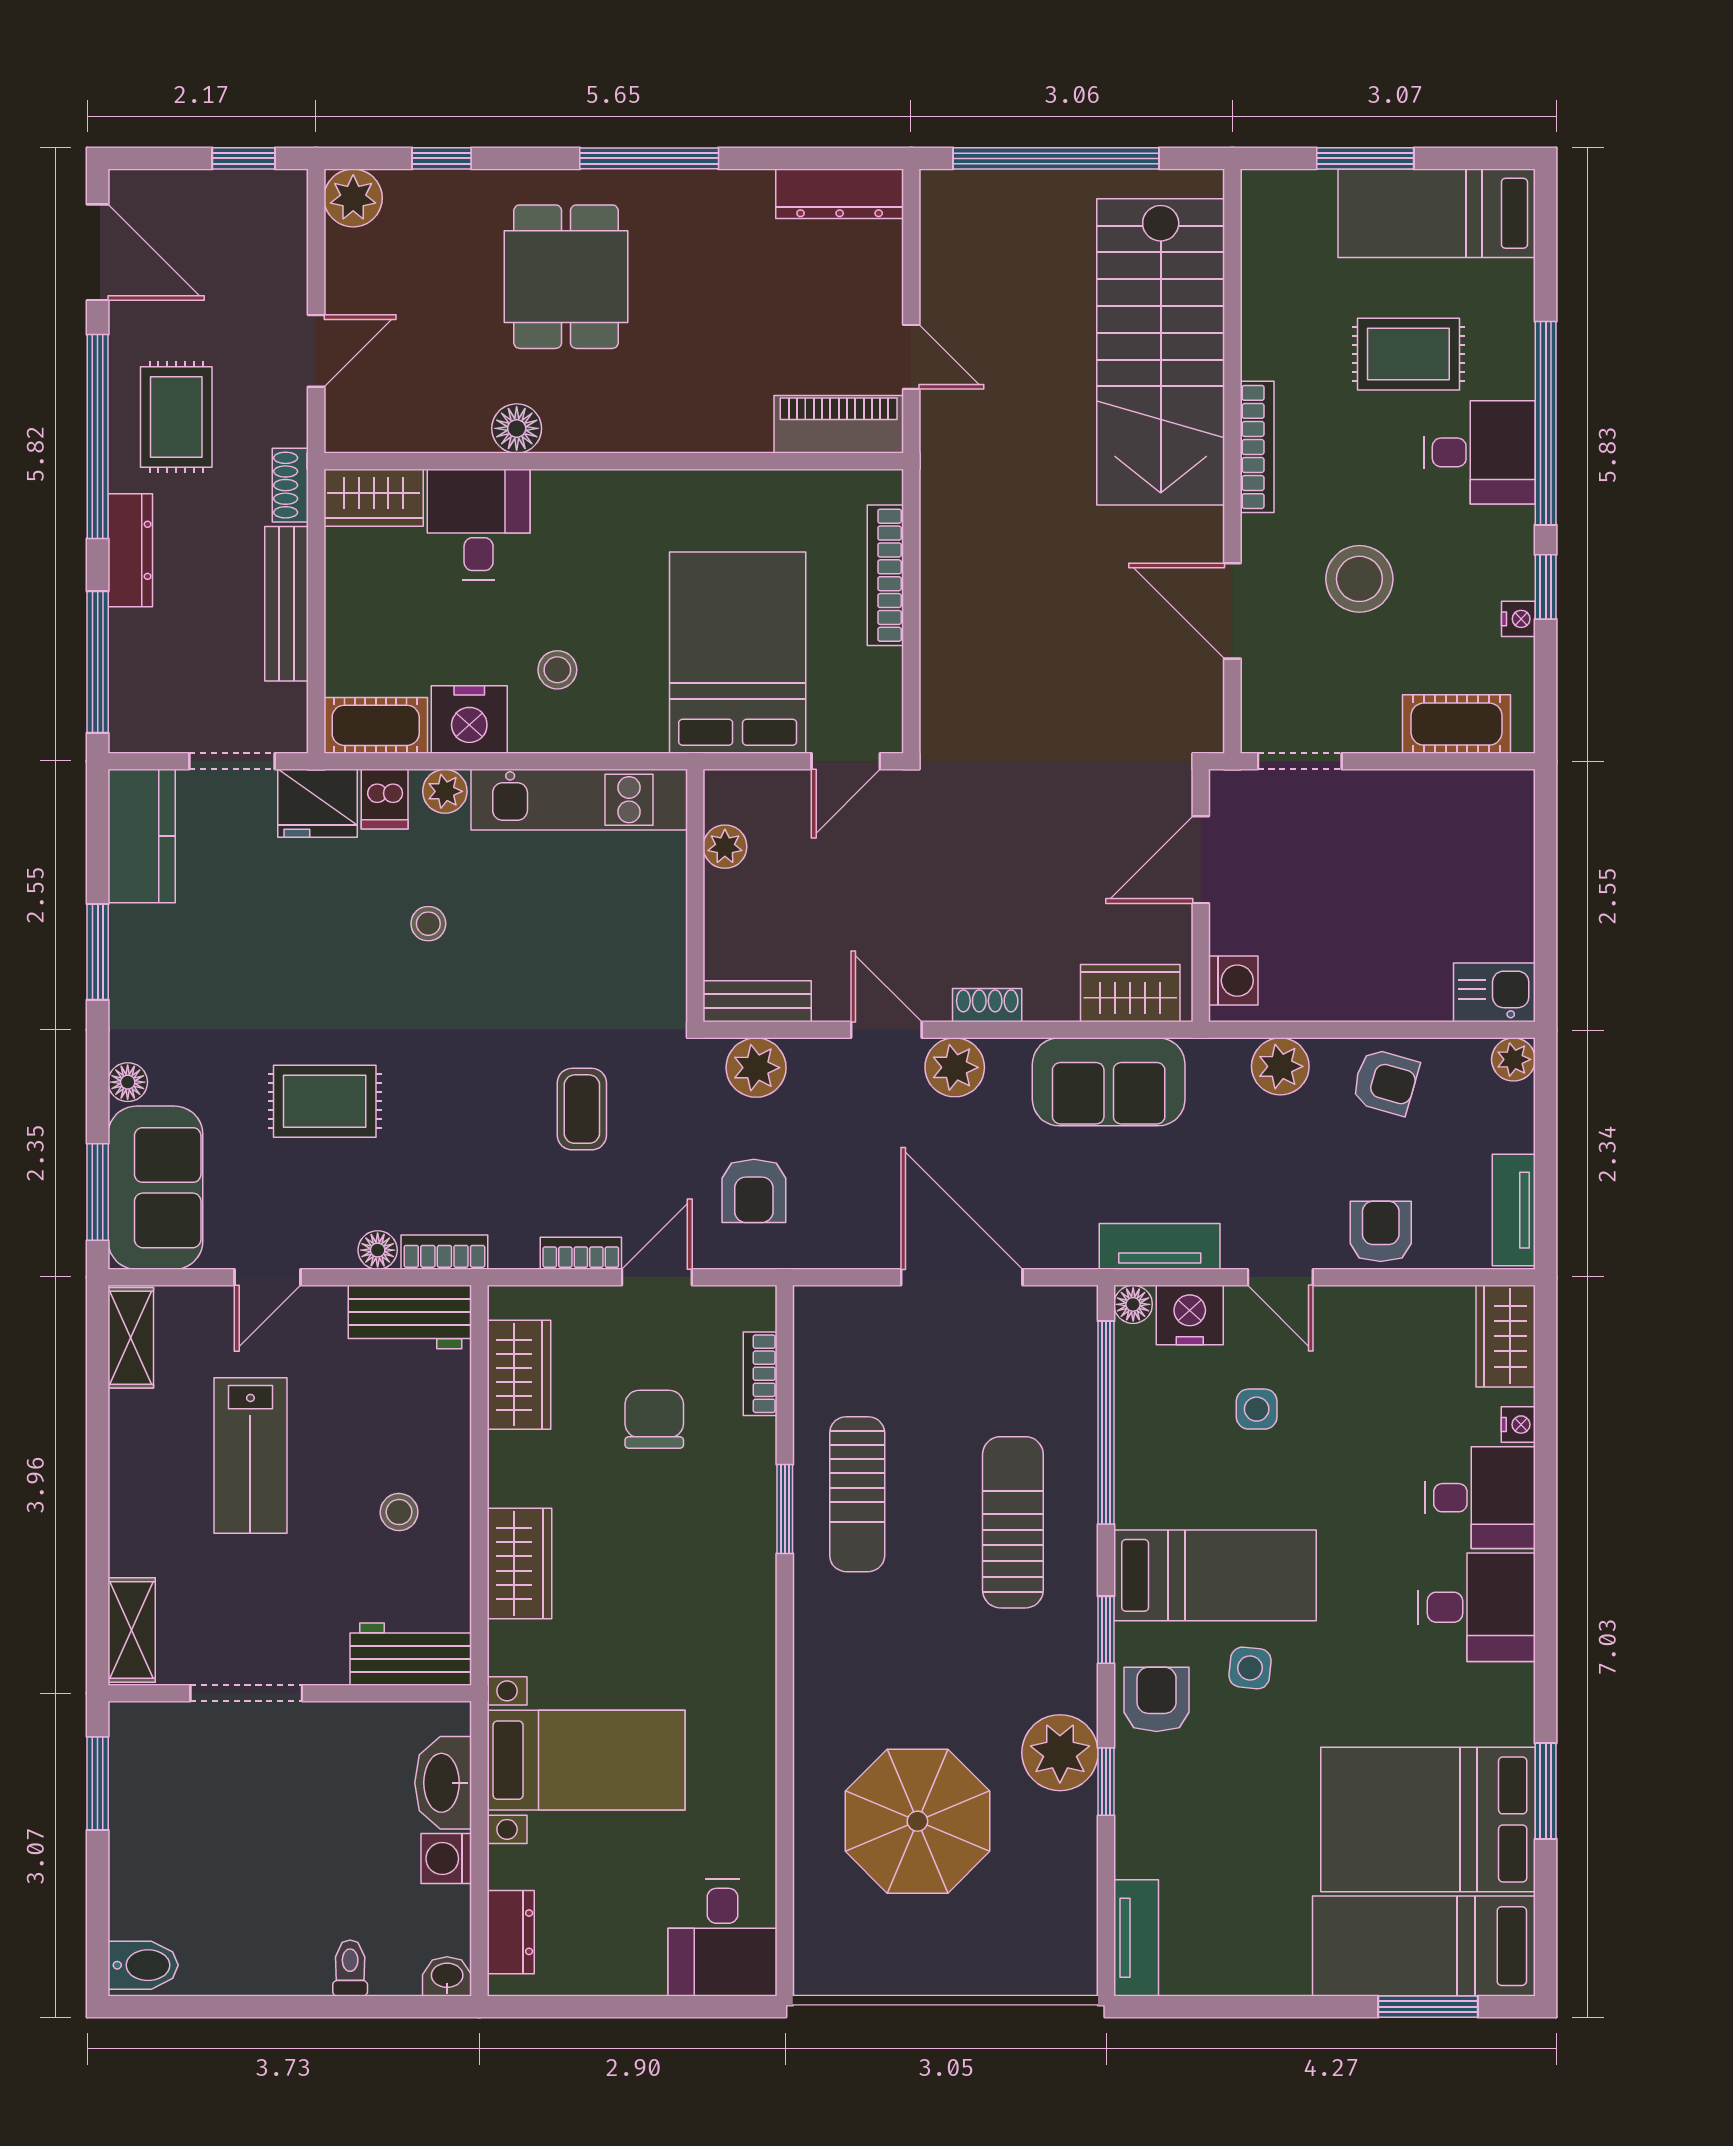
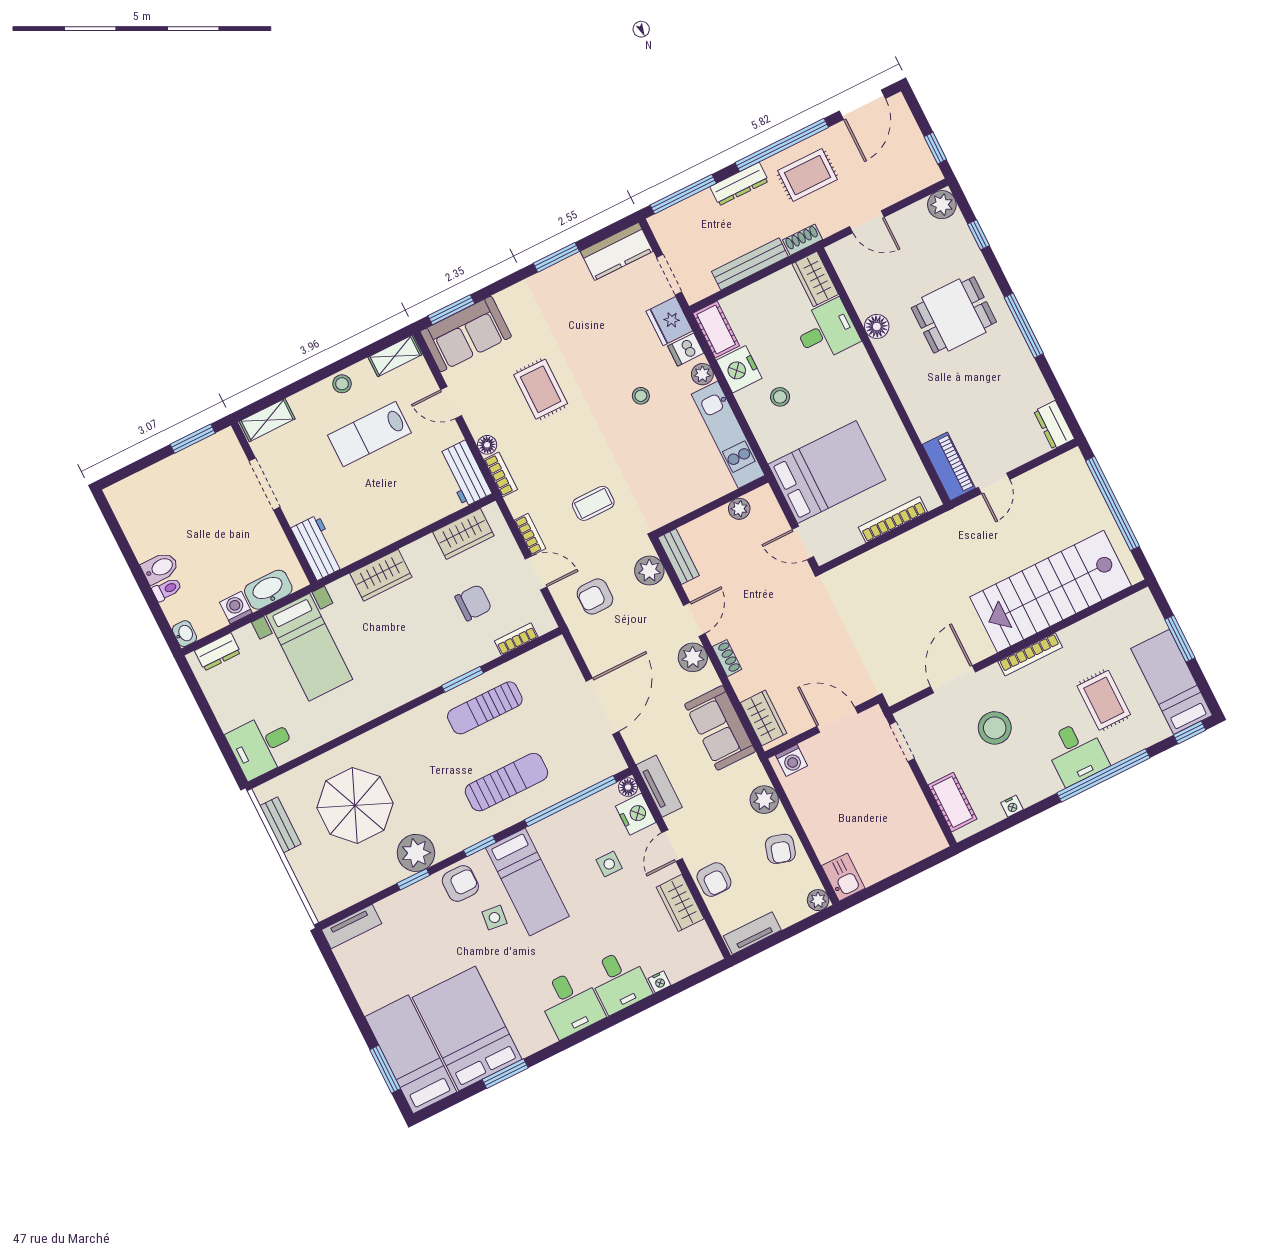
dresser: (840, 194) -> (1054, 425), width x0.70
window: (1546, 587) -> (1190, 732), moved
floor lamp: (128, 1082) -> (506, 299), removed
armchair: (1381, 1231) -> (714, 880), turned 90
wardrobe: (1506, 1336) -> (680, 903), moved, turned -90
stool: (399, 1512) -> (342, 384), moved
bidet: (143, 1965) -> (160, 568), moved, turned -90
bench: (885, 1975) -> (280, 825), added

